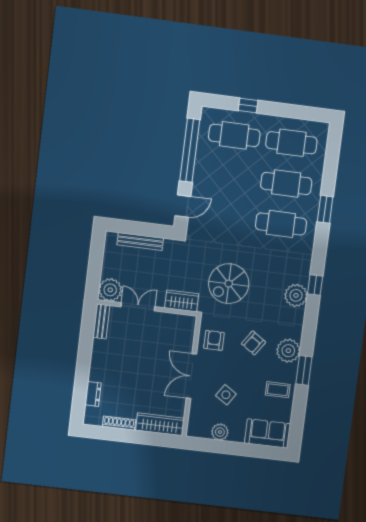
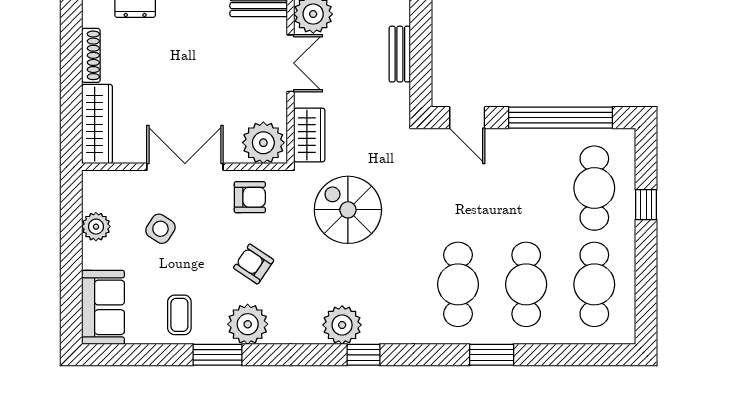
bench: (140, 241) -> (400, 54), width x0.73
plant: (183, 329) -> (263, 143), added

